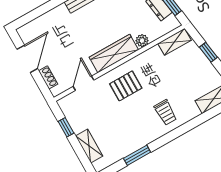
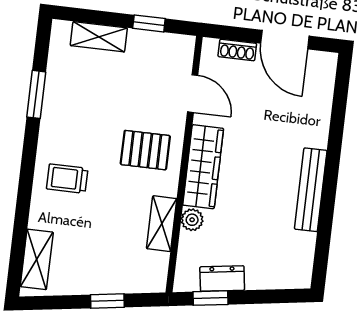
shelving: (174, 42) -> (162, 224), moved
pallet: (126, 86) -> (145, 150), turned 90

